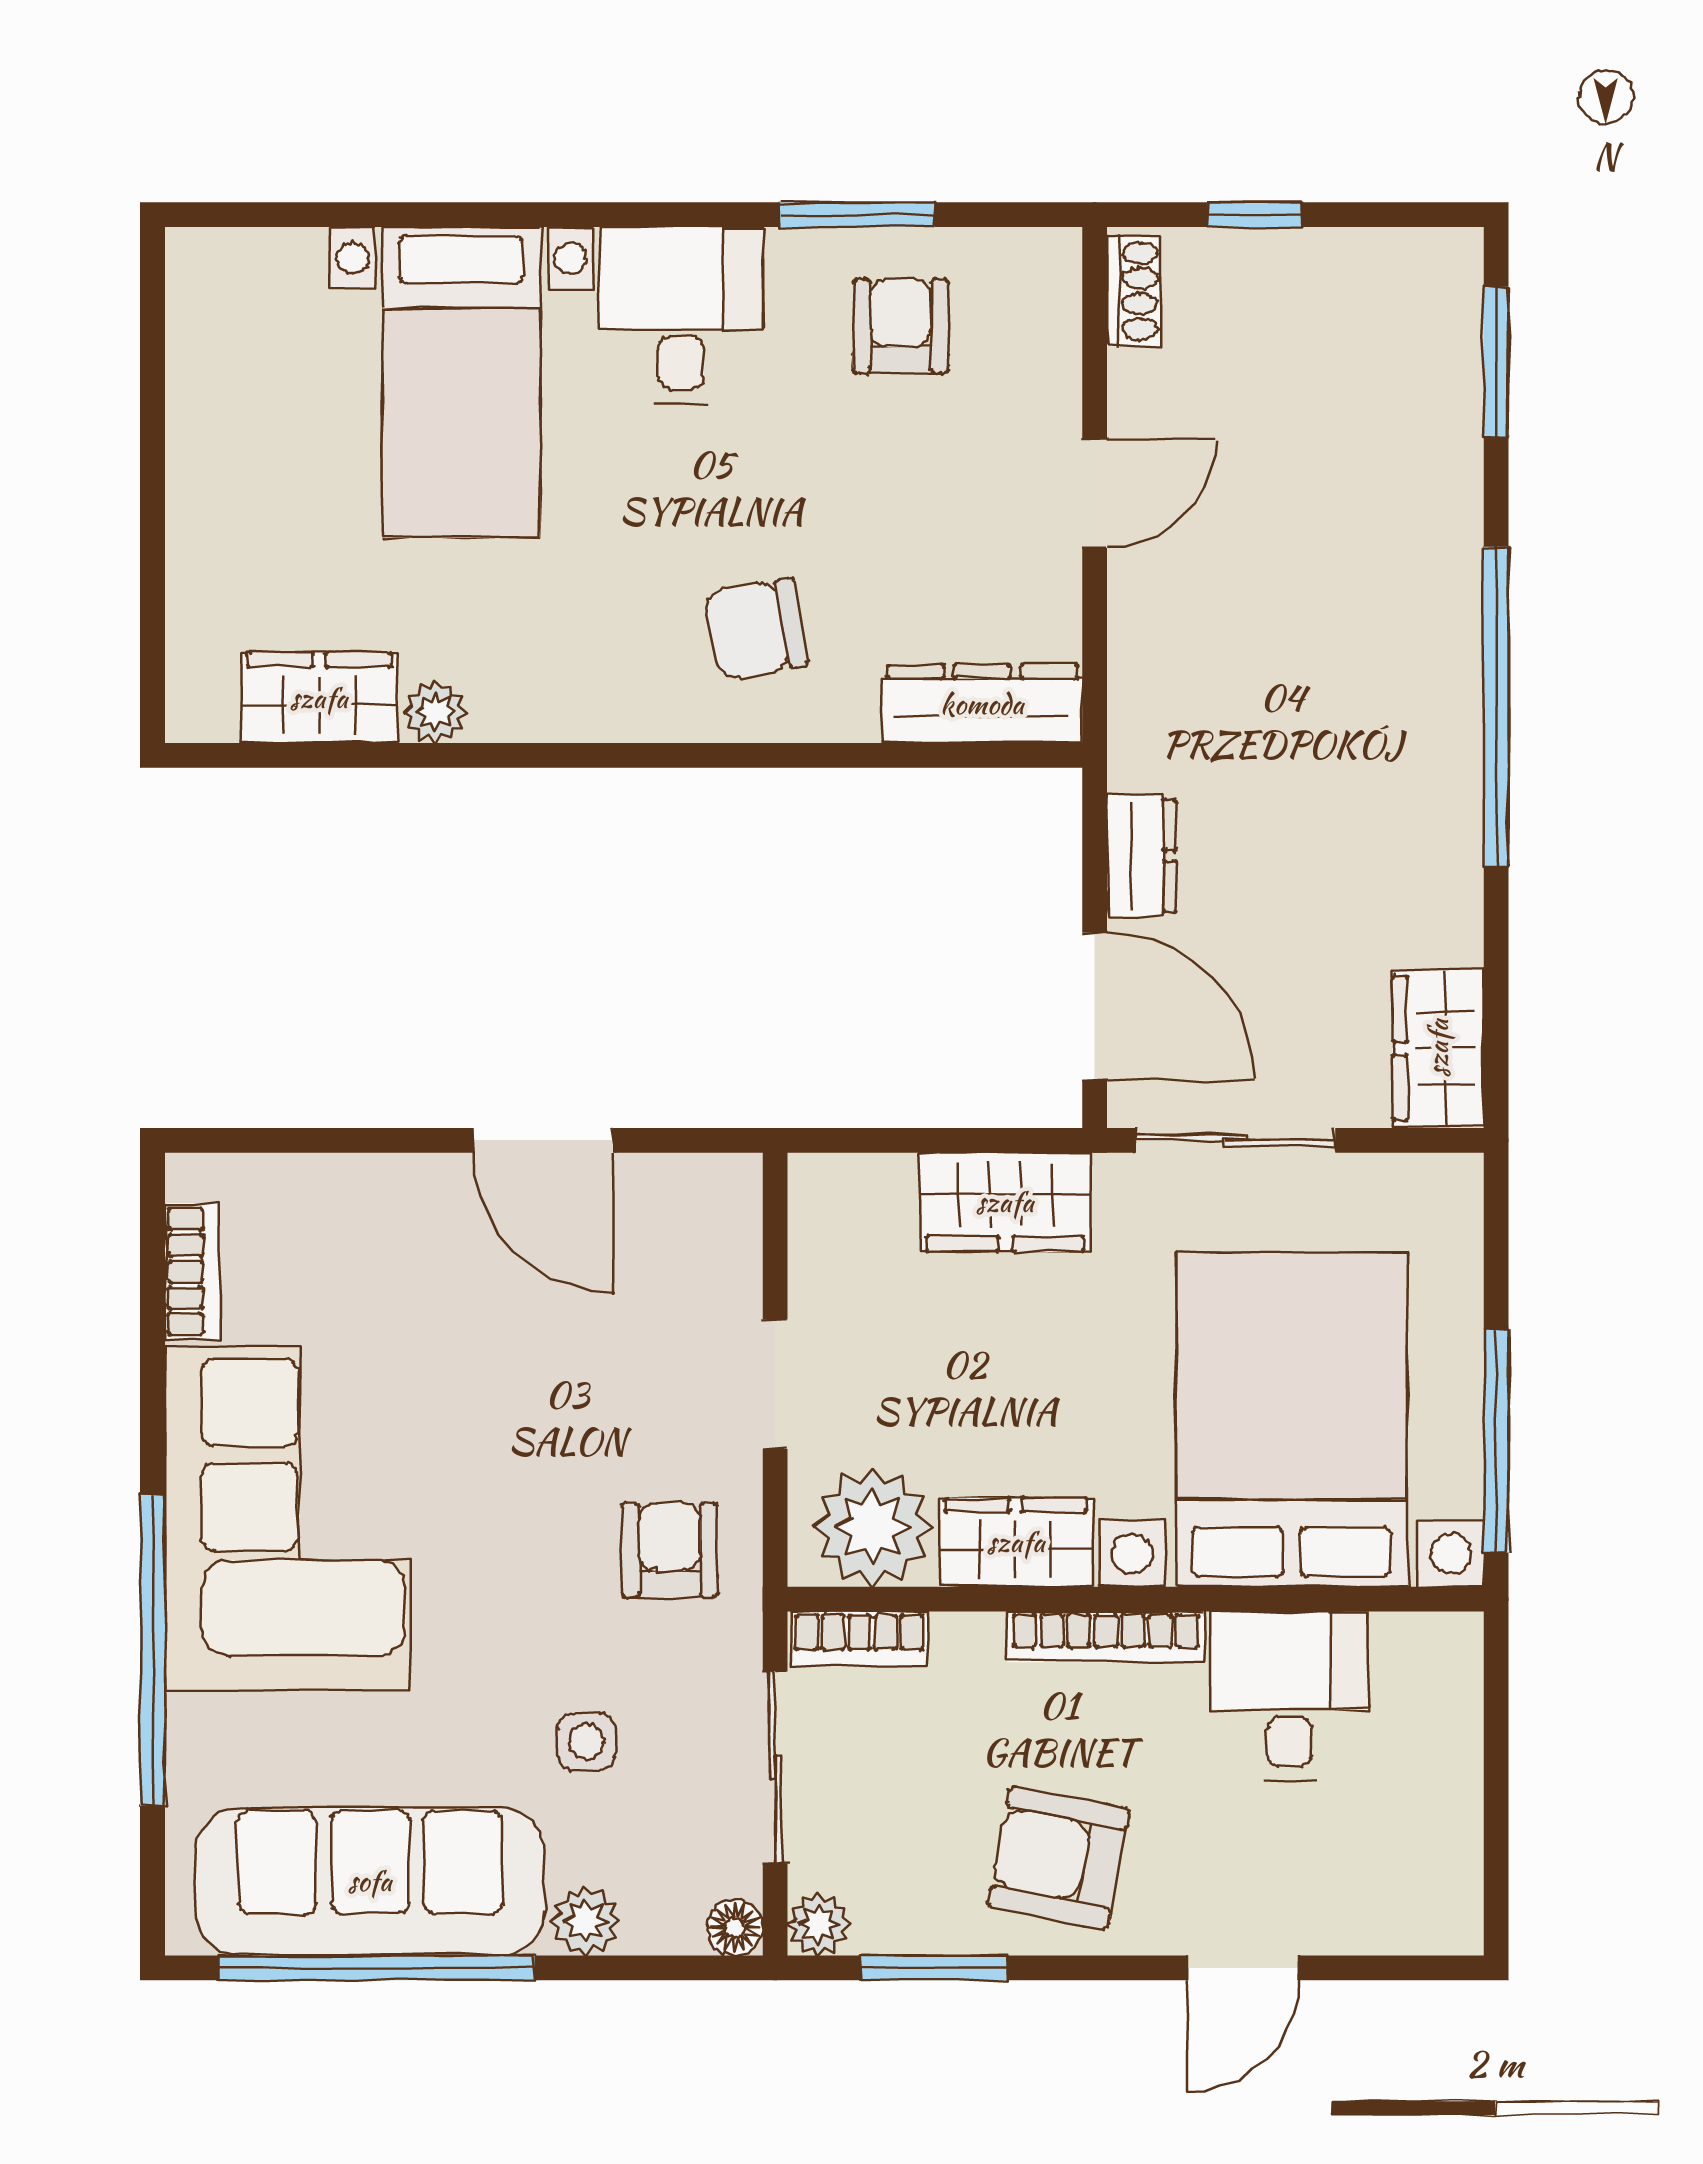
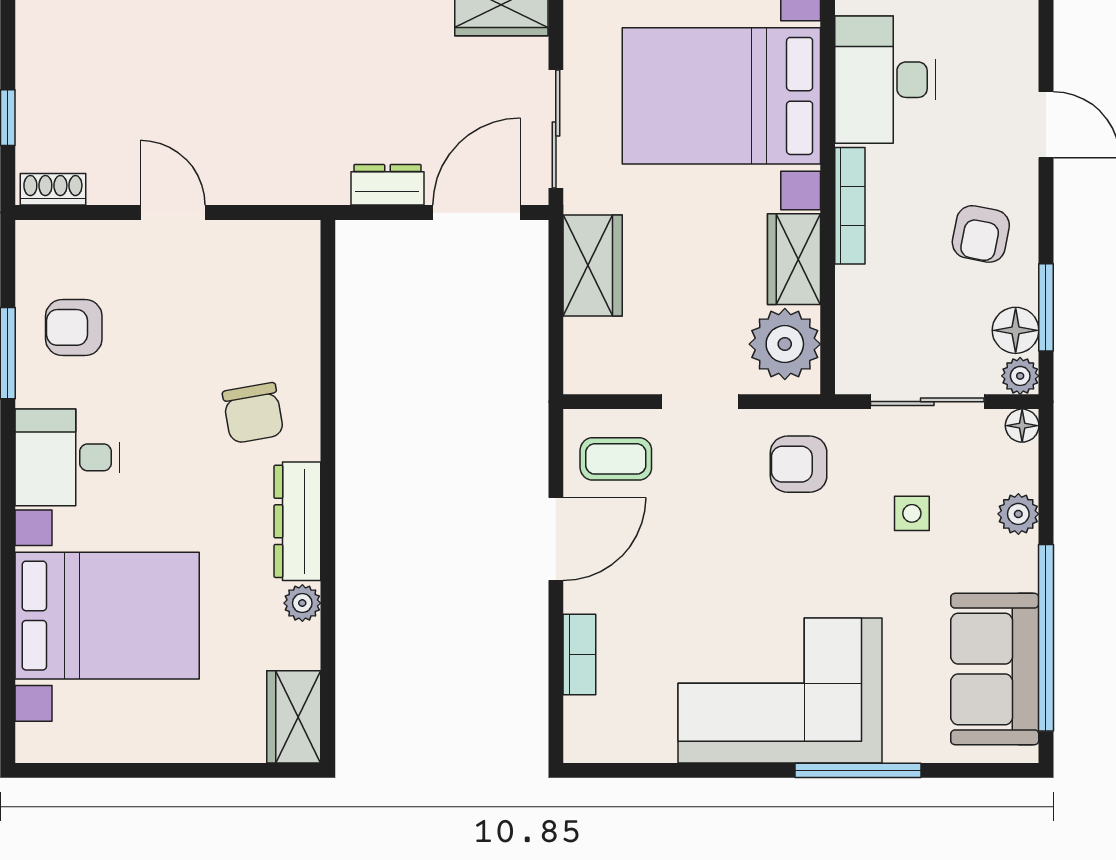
bed with nightstands: (461, 382) -> (107, 616), width x1.36
wardrobe: (319, 698) -> (294, 717), moved
dresser: (982, 704) -> (297, 521), moved
coffee table: (679, 1241) -> (616, 459), added
bookcase: (192, 1272) -> (579, 655), moved, turned 90
bookcase: (859, 1639) -> (851, 352), removed
window: (152, 1650) -> (858, 770), width x0.68
desk: (1290, 1696) -> (885, 80), width x1.37
armchair: (1058, 1858) -> (981, 234), width x0.72, depth x0.72
sofa: (370, 1881) -> (995, 669), width x0.73
floor lamp: (896, 1916) -> (1016, 330), added

